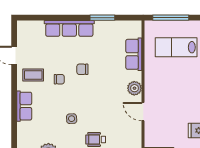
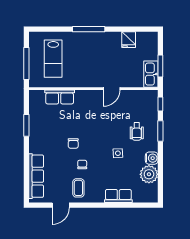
row of seats: (69, 28) -> (36, 176), moved
plant: (134, 88) -> (90, 96), removed
row of seats: (24, 106) -> (118, 196), moved

